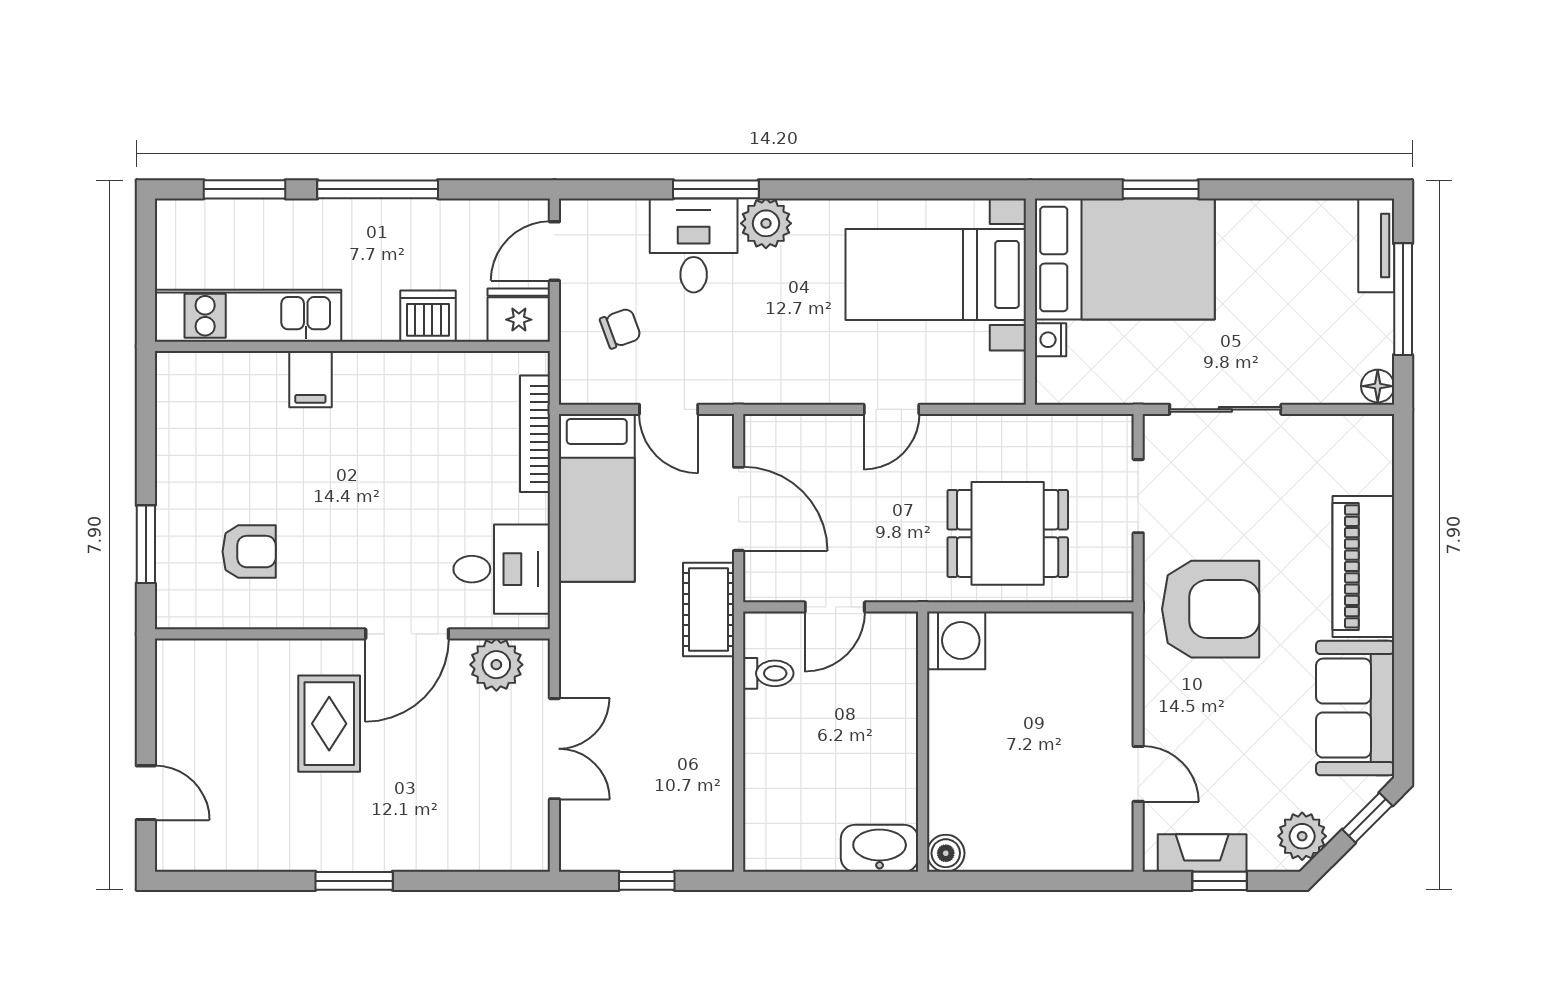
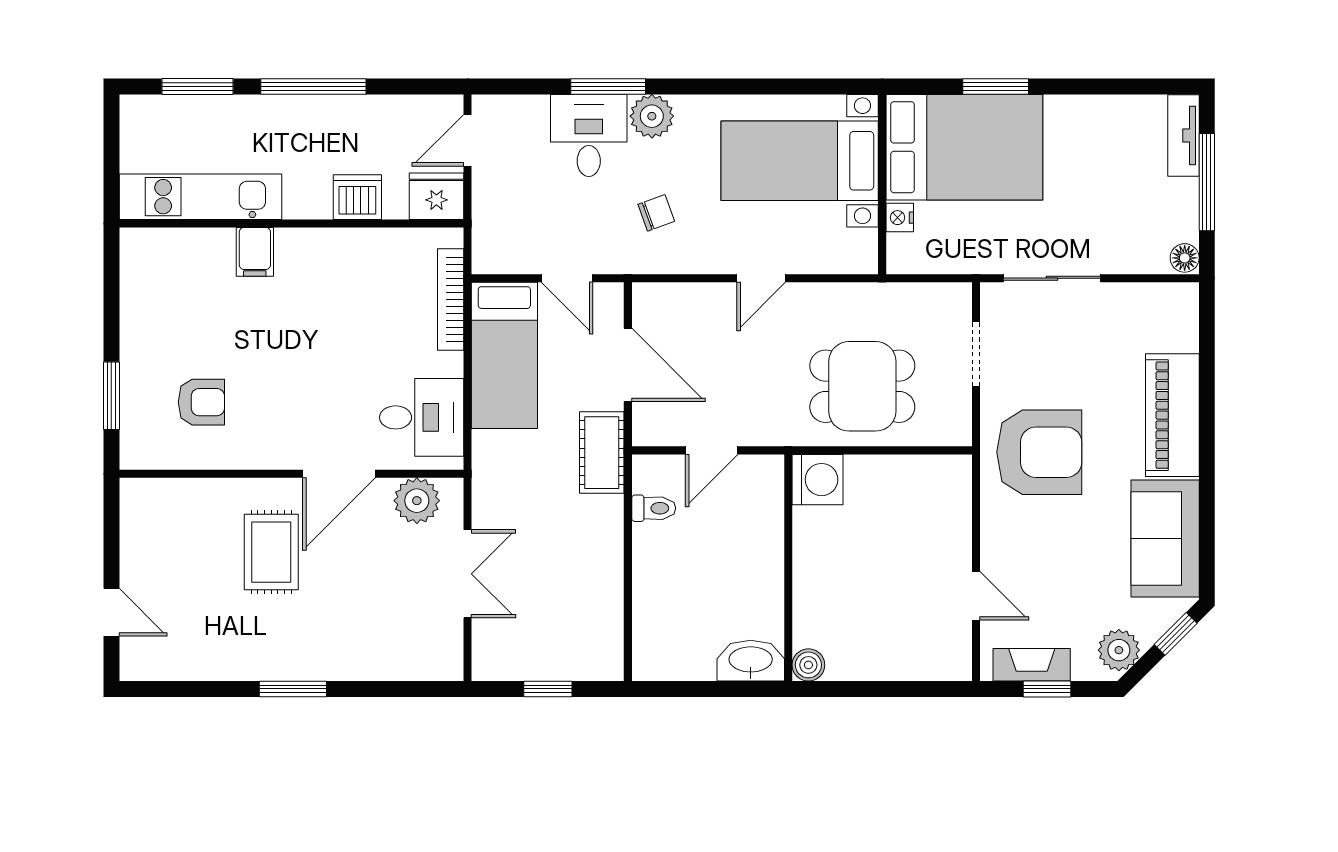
chair: (620, 328) -> (656, 213), moved

